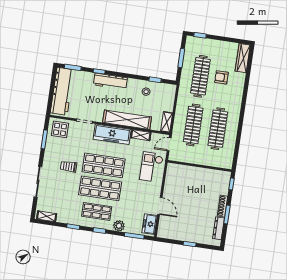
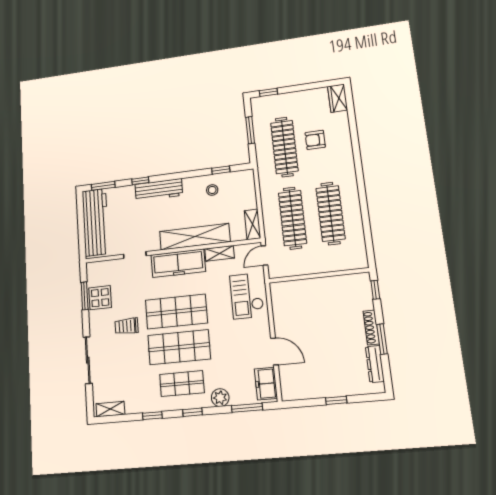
wardrobe: (243, 58) -> (338, 98), width x0.67
display table: (60, 129) -> (100, 298), moved

